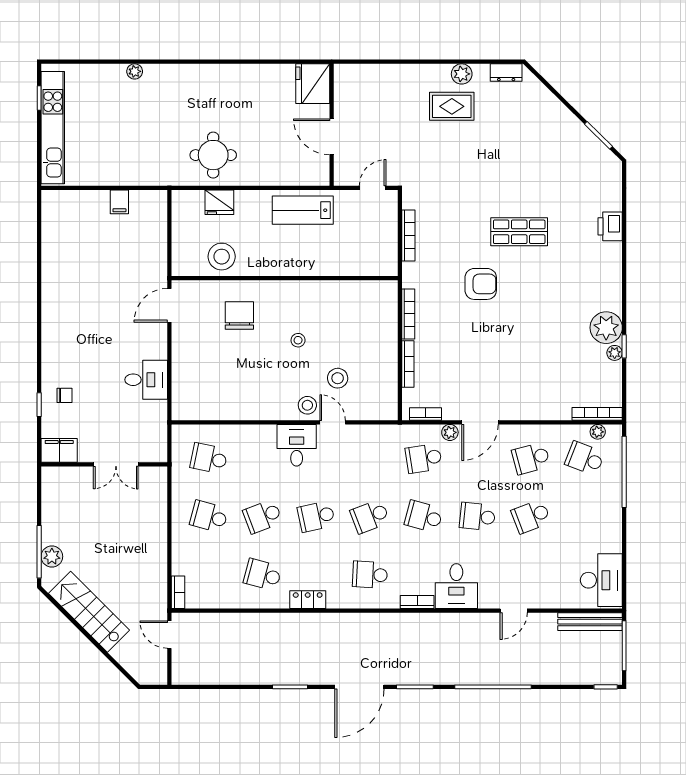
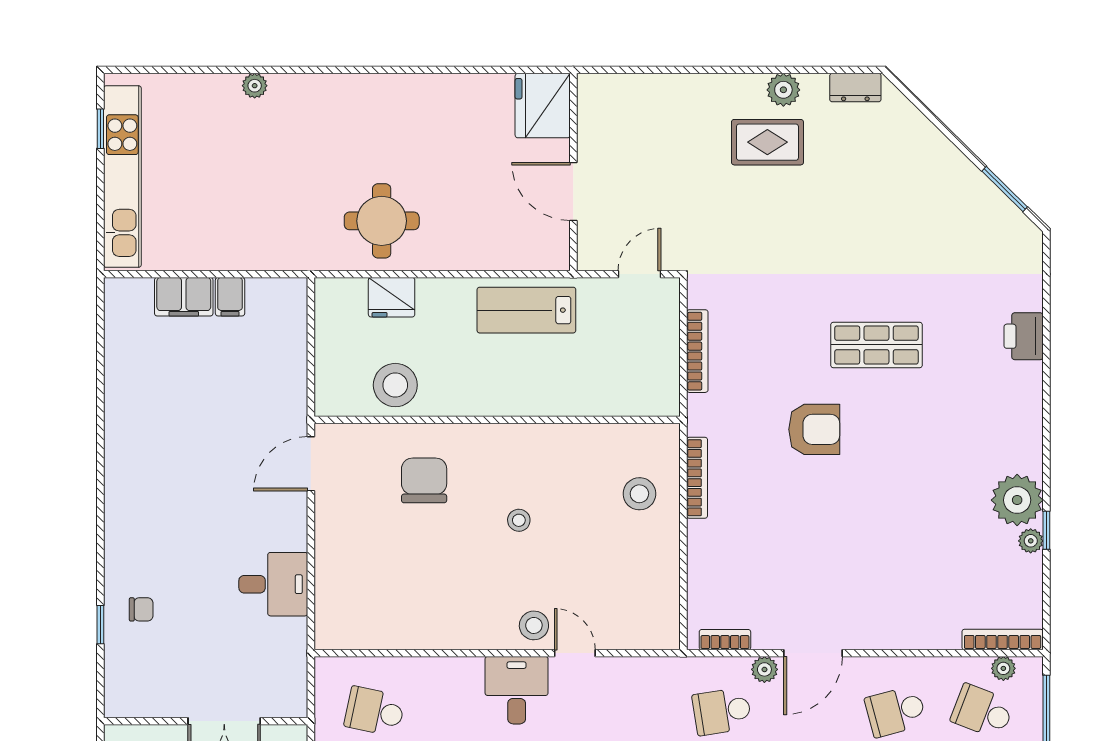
bookcase: (408, 364) -> (696, 559), removed
stool: (338, 378) -> (639, 494), moved
filing cabinet: (59, 450) -> (184, 297), moved, turned 180

